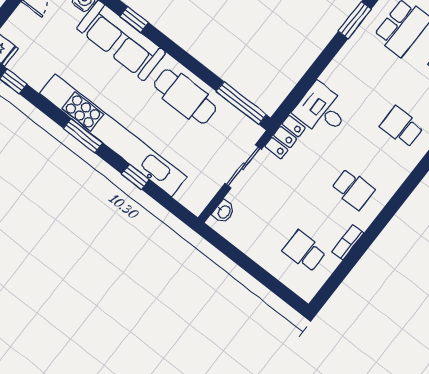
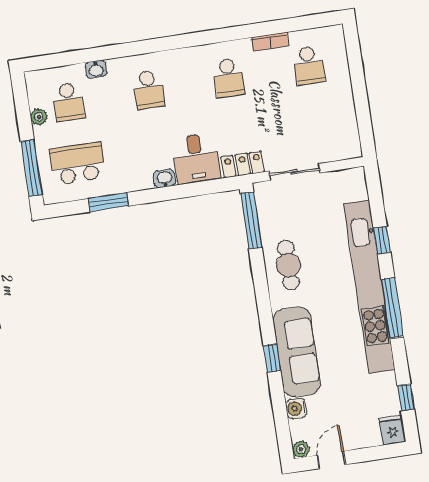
cafe table: (185, 96) -> (288, 265), width x0.73, depth x0.74
window: (83, 136) -> (392, 308), width x1.44
school desk: (353, 189) -> (229, 78), turned 180
washbasin: (224, 212) -> (165, 179), moved

